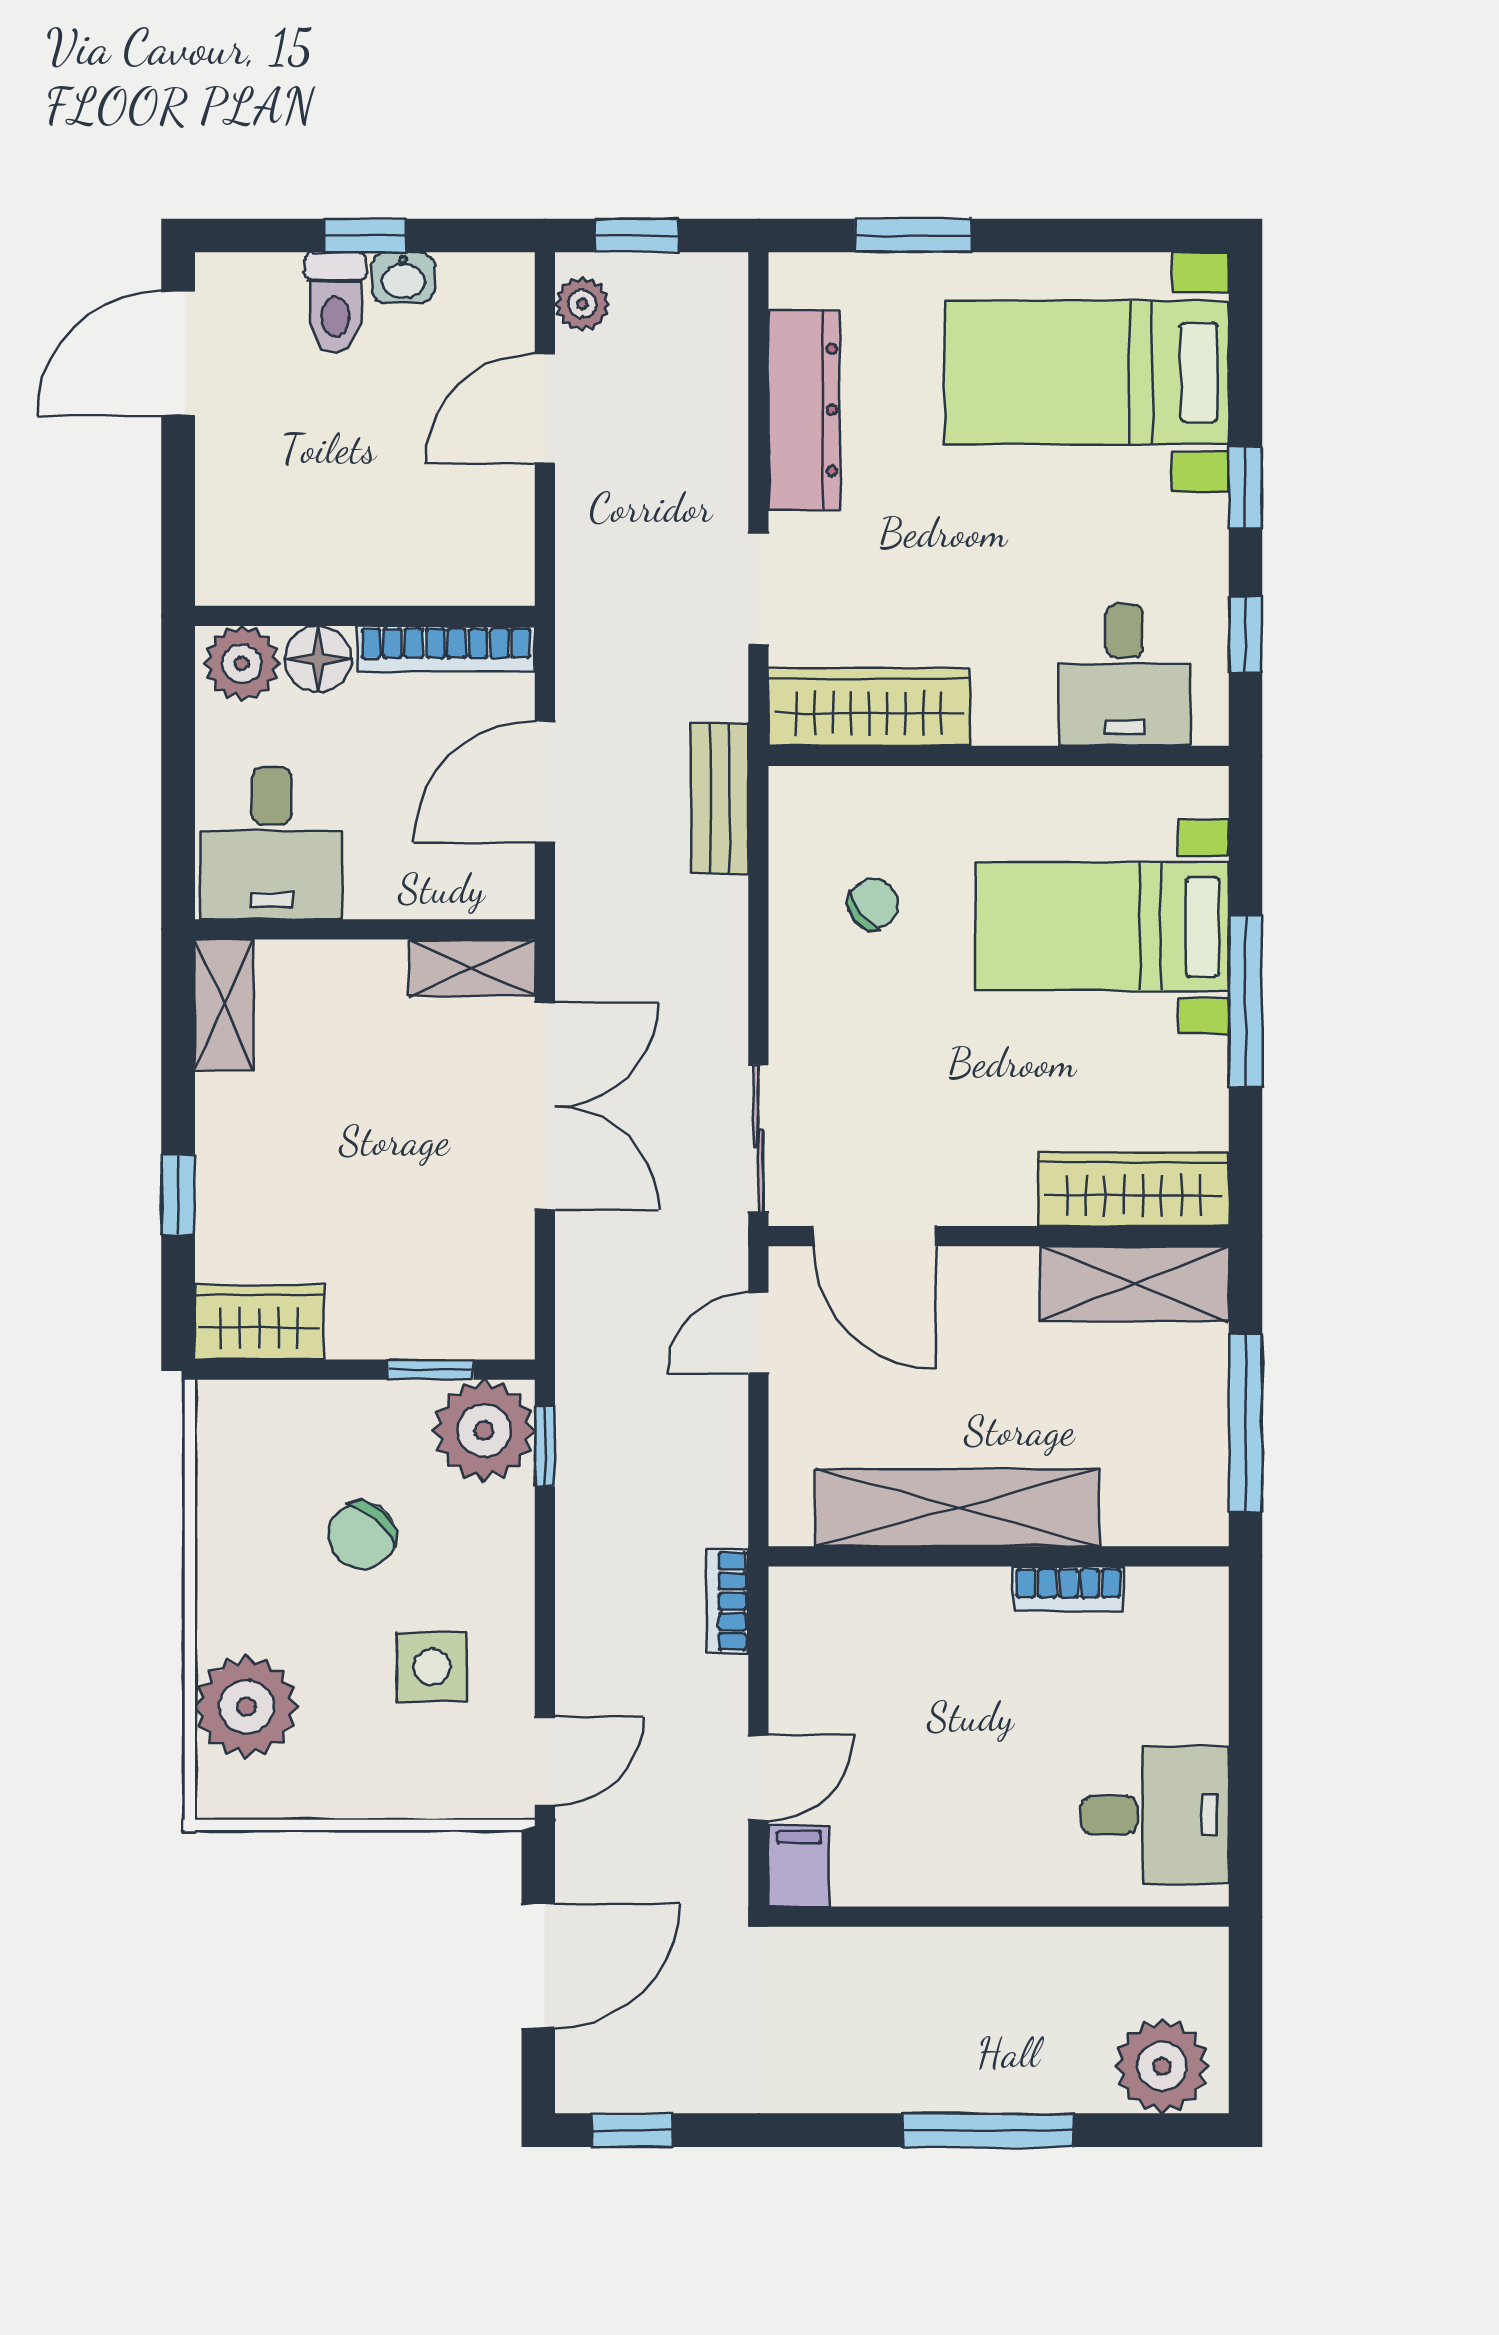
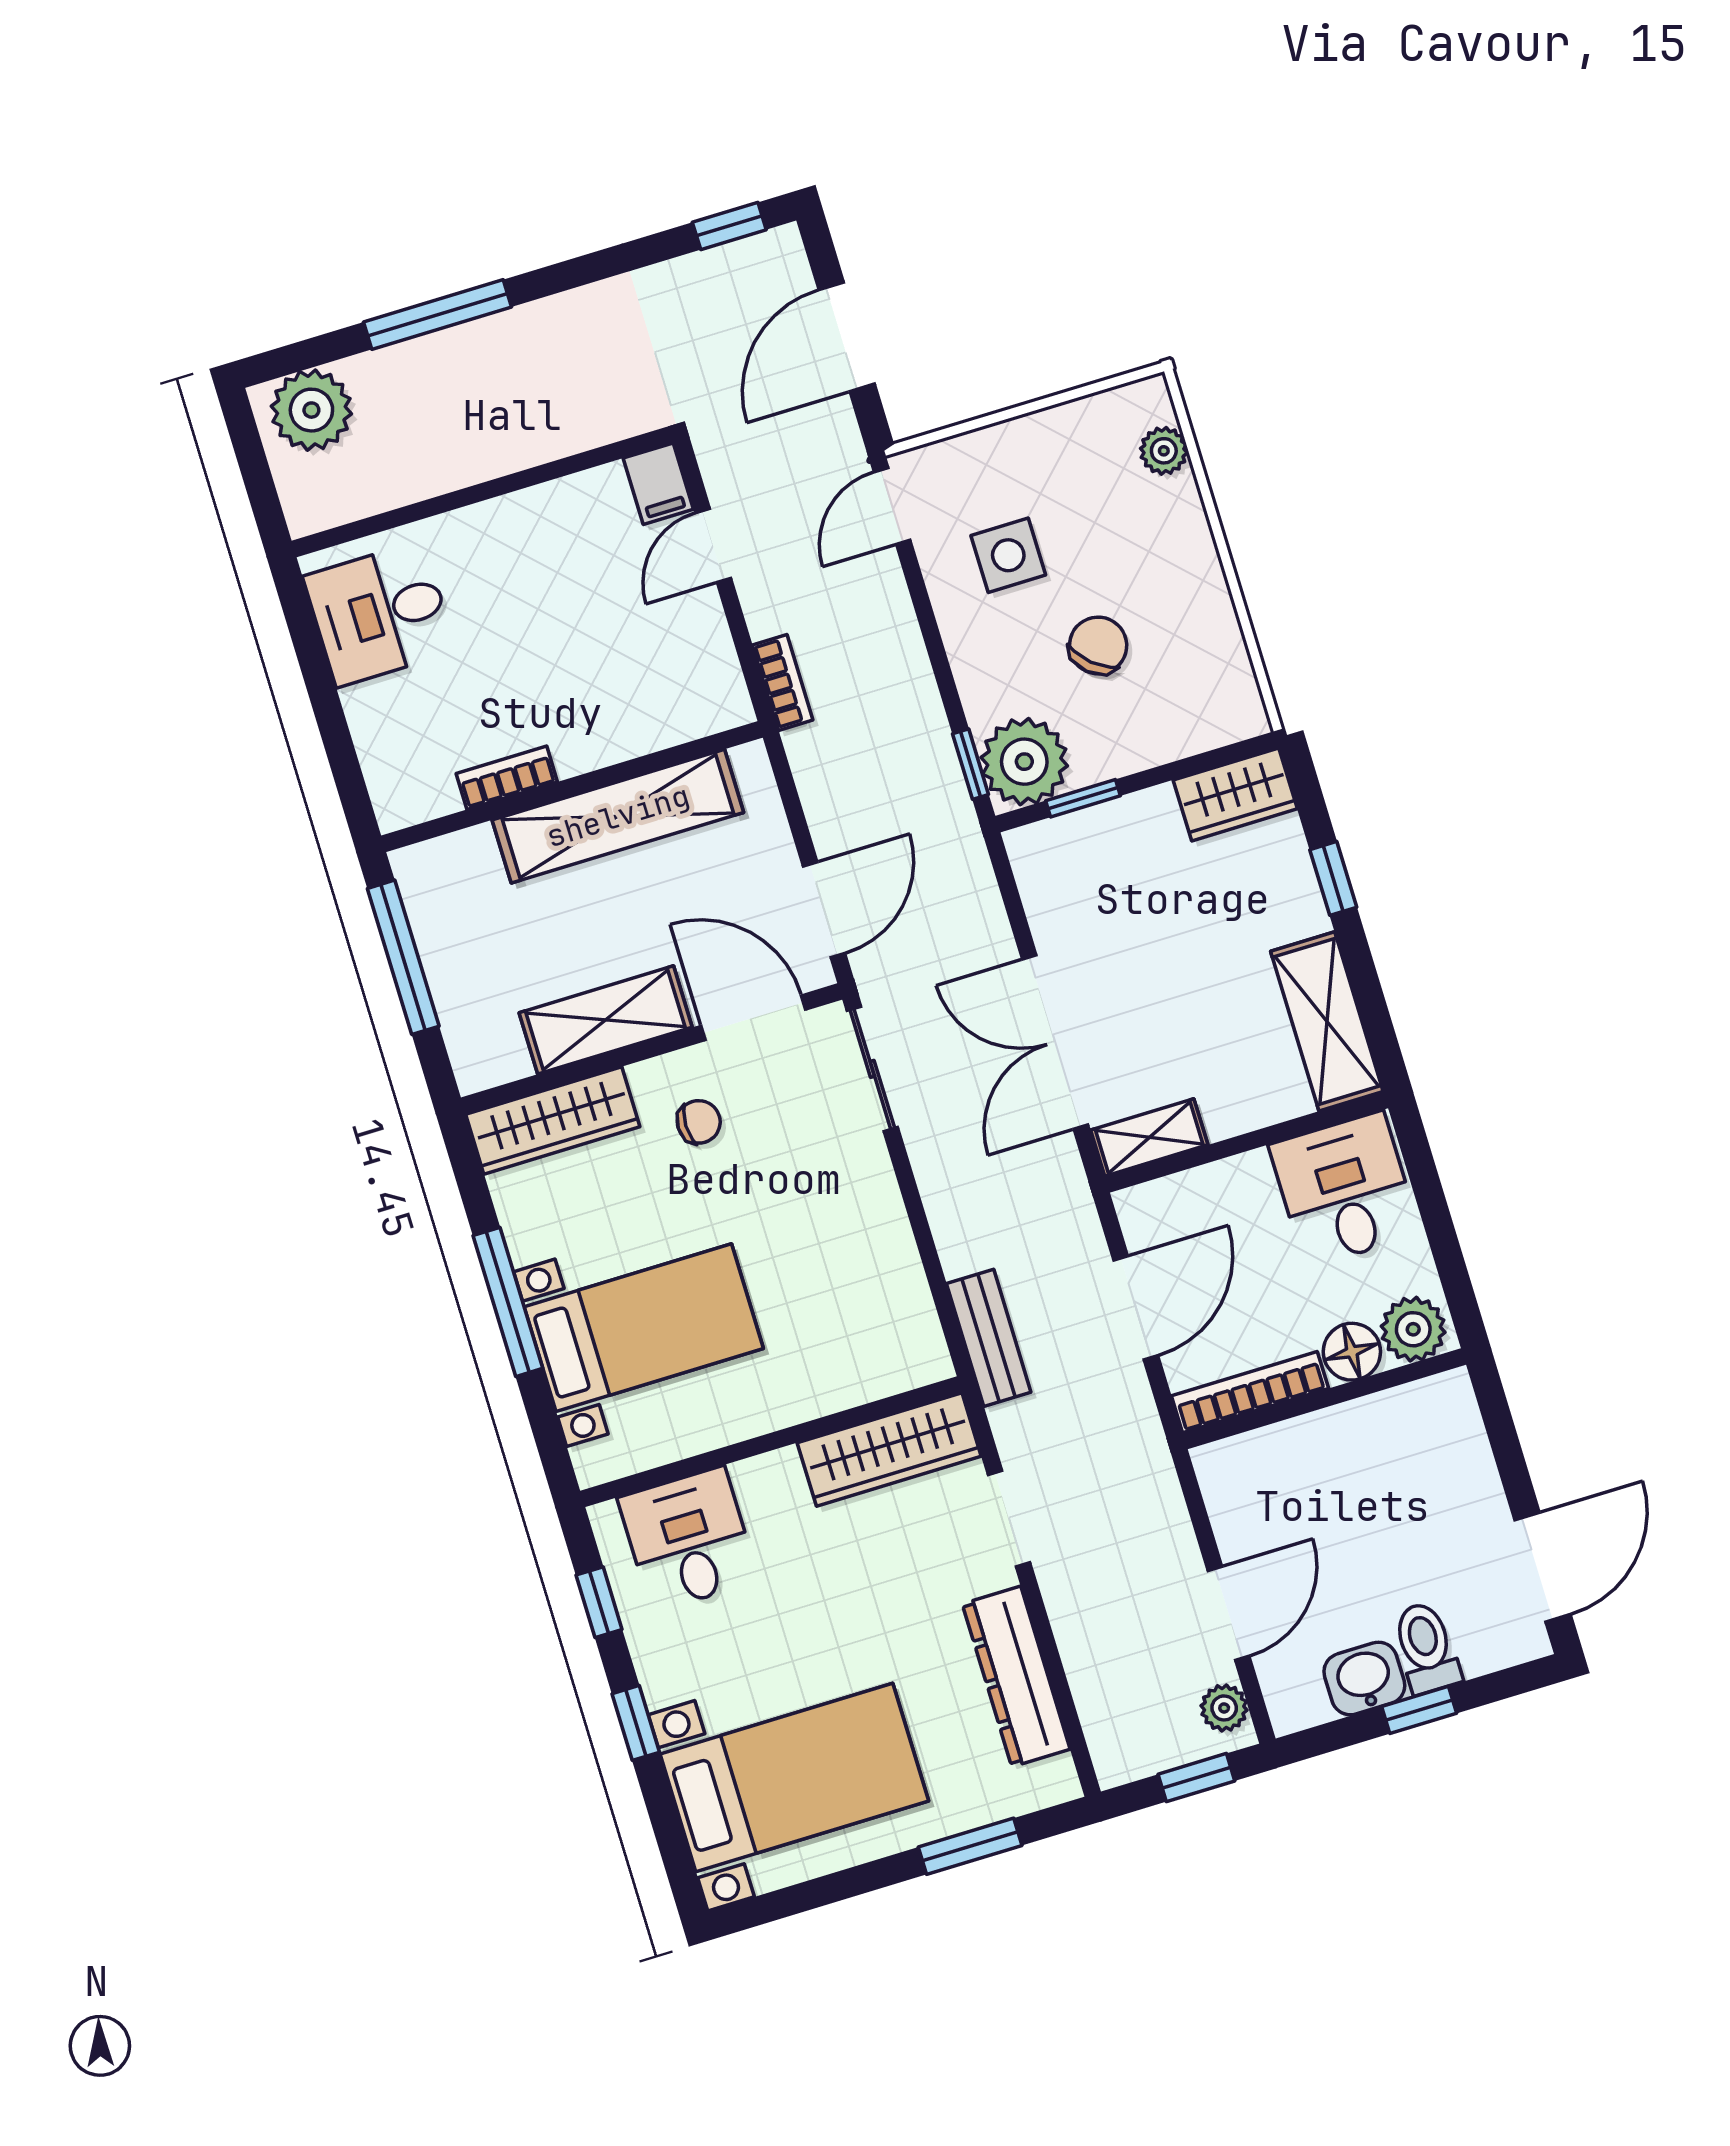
washbasin: (403, 278) -> (1364, 1679), width x1.38, depth x1.45
chair: (873, 904) -> (699, 1122), moved, turned -141
shelving: (224, 1005) -> (1327, 1021), width x1.50, depth x1.33
shelving: (1134, 1284) -> (606, 1020), moved
door: (758, 1333) -> (824, 910), width x1.38
plant: (247, 1707) -> (1164, 451), width x0.53, depth x0.53

